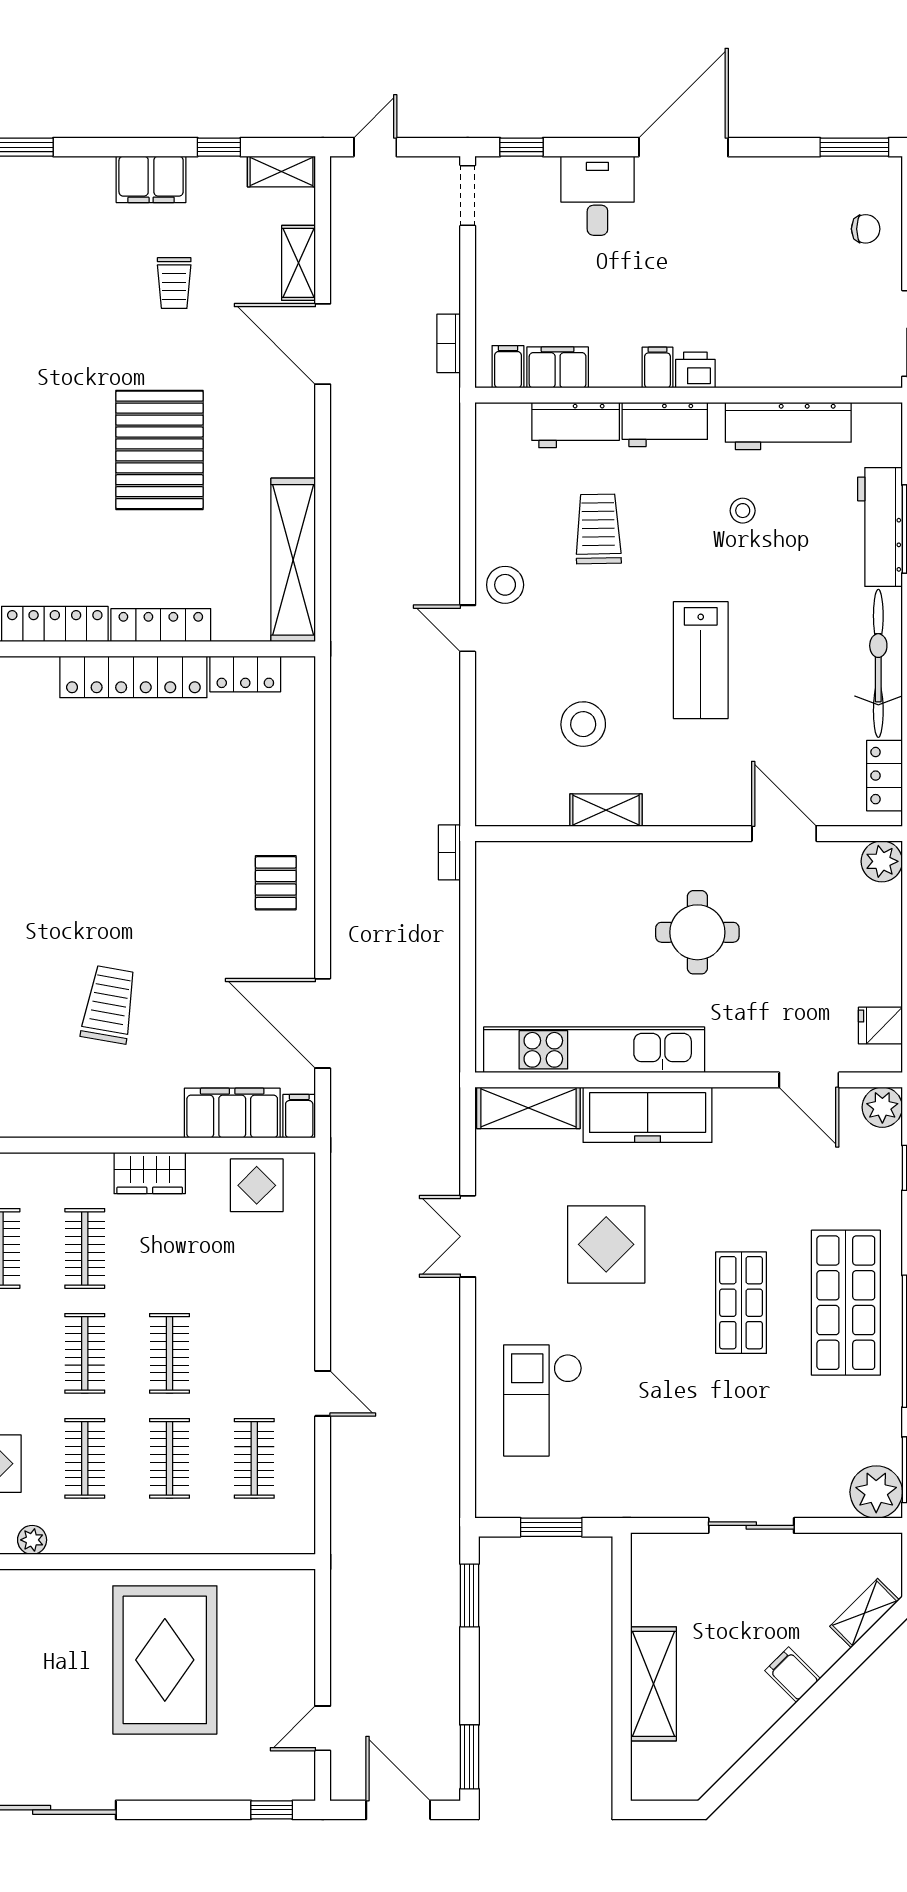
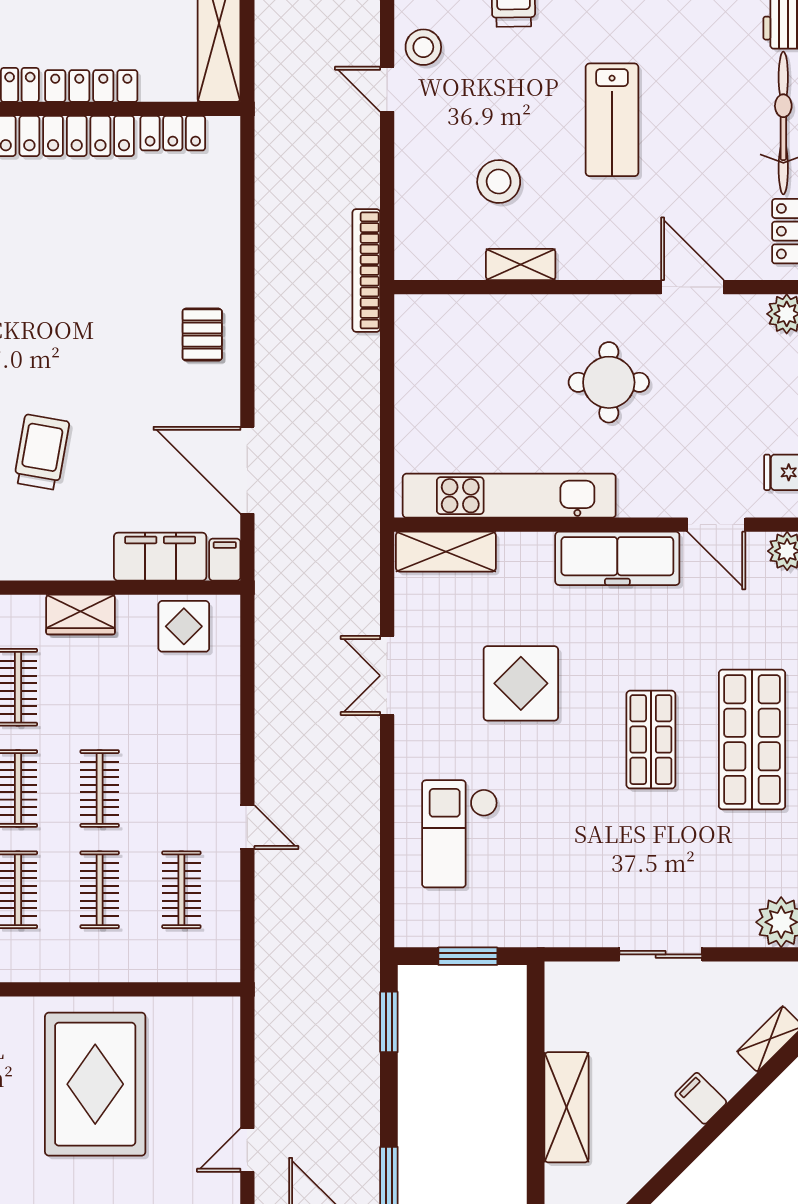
bookcase: (449, 852) -> (366, 270), width x2.31, depth x1.31
freezer: (648, 1115) -> (617, 558), moved

